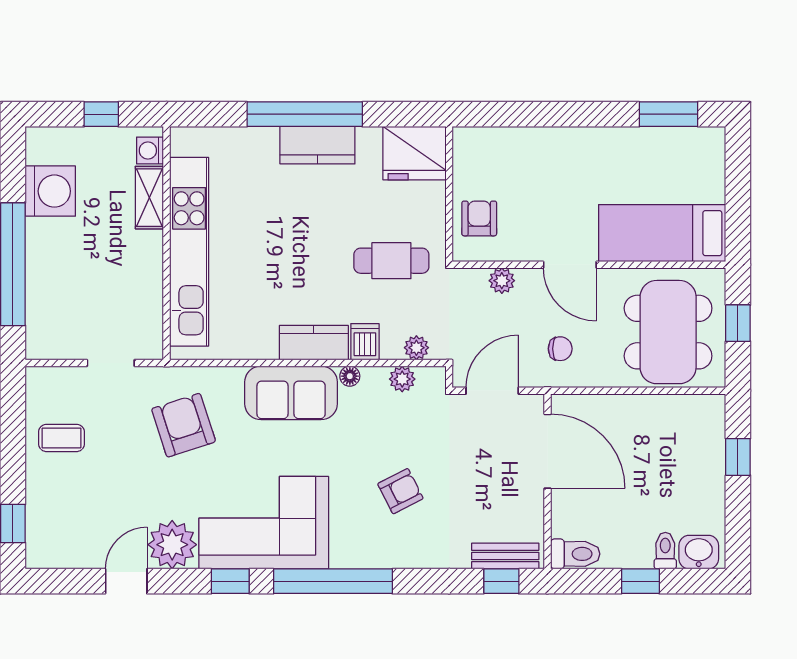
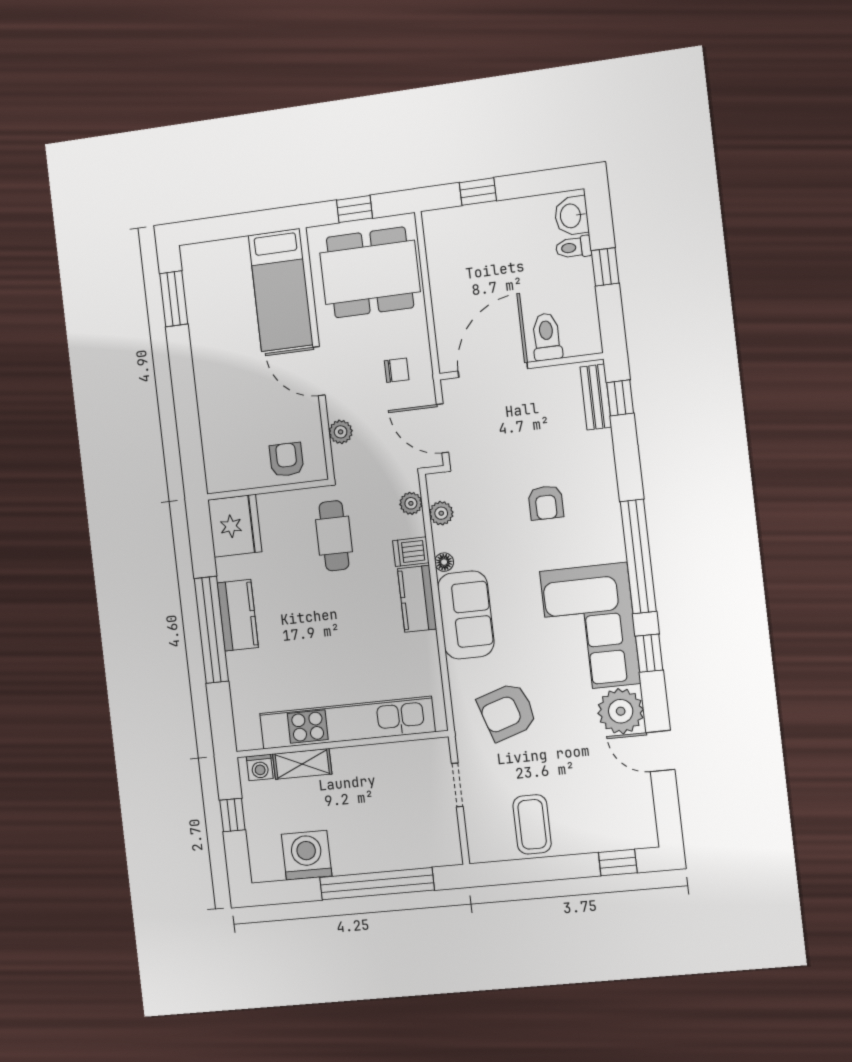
armchair: (479, 218) -> (287, 460), turned 90
door: (570, 265) -> (319, 371), swing flipped
chair: (560, 349) -> (397, 370), turned 90
coffee table: (61, 438) -> (532, 824), width x1.36, depth x1.30
armchair: (400, 491) -> (546, 503), turned -153
toilet: (575, 554) -> (547, 337), moved

